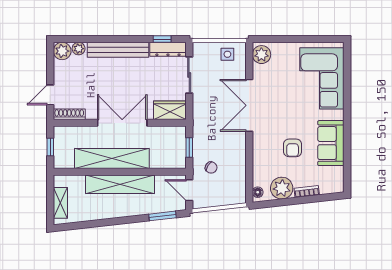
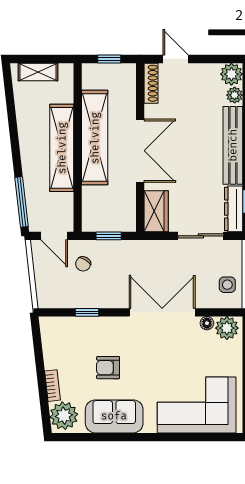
window: (249, 164) -> (87, 312), added
plant: (282, 188) -> (64, 416), moved
door: (189, 190) -> (54, 236), swing flipped
floor lamp: (258, 192) -> (207, 323), moved
window: (162, 216) -> (21, 202), width x1.44

